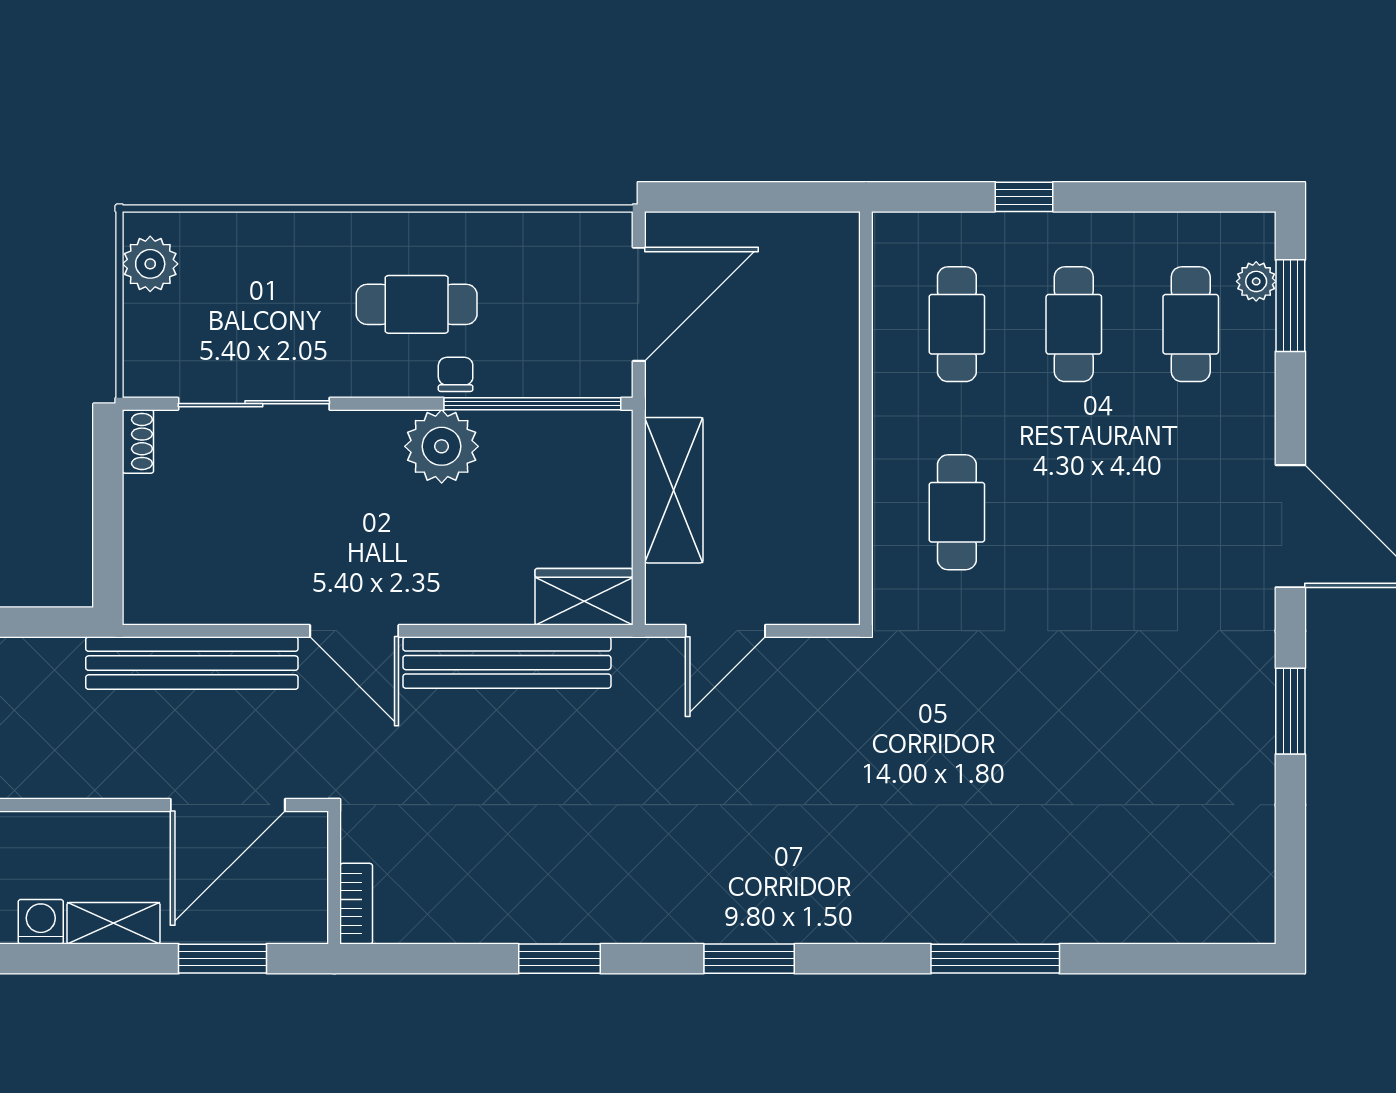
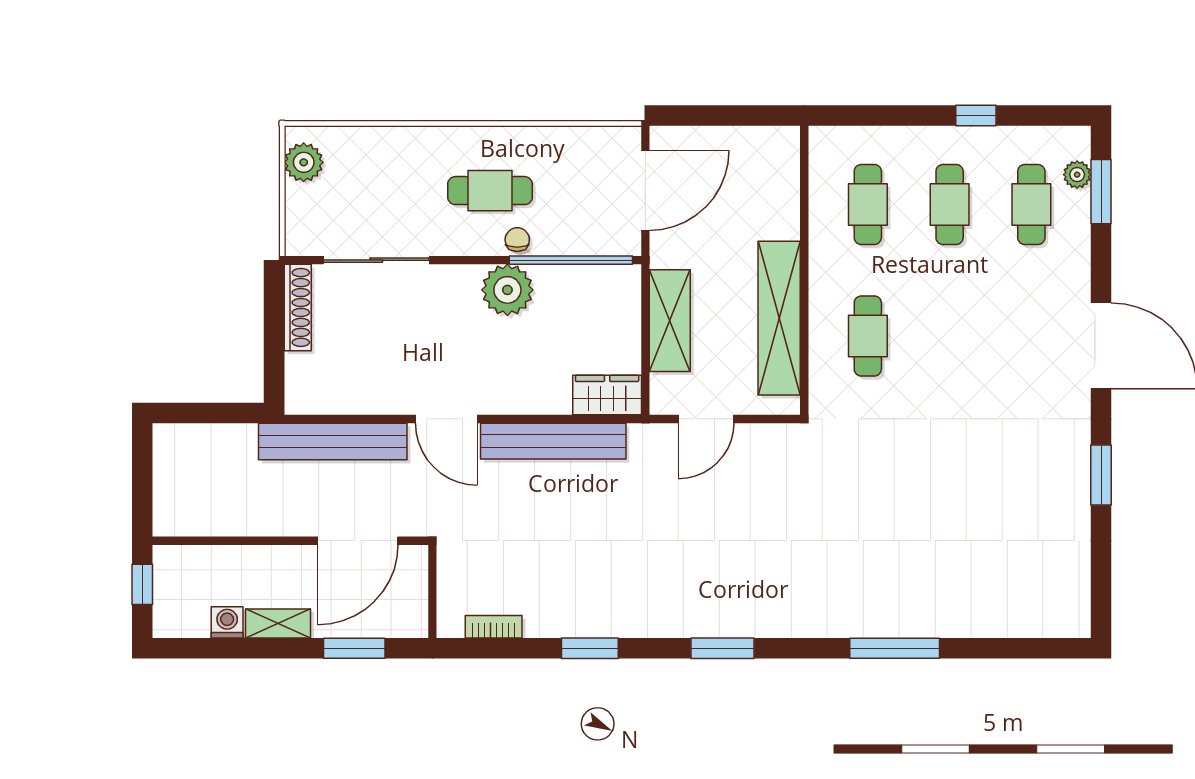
window: (1024, 197) -> (976, 115), moved
shoe rack: (138, 441) -> (298, 307), width x1.94, depth x1.24
shelving: (830, 487) -> (779, 318), added
bookcase: (356, 904) -> (494, 627), moved, turned -90

